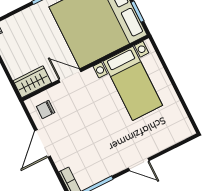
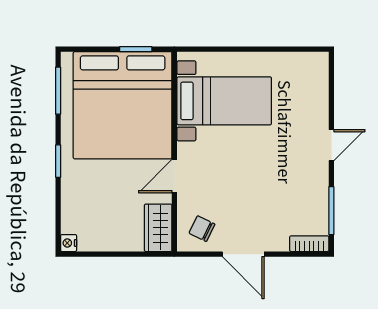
chair: (46, 110) -> (202, 229), turned 116

